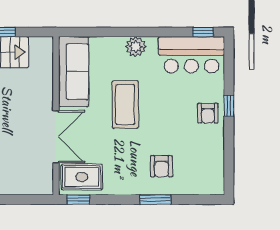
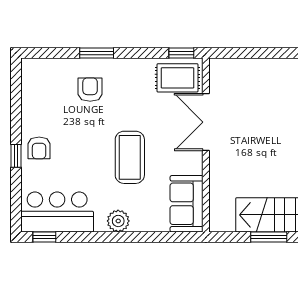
sofa: (74, 72) -> (187, 204), width x0.73
armchair: (208, 113) -> (39, 148), turned 180

